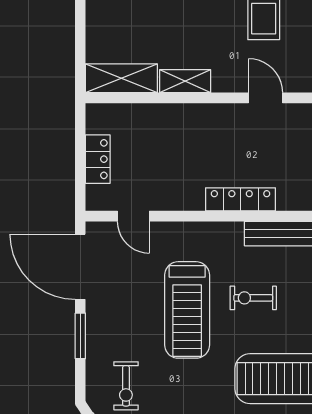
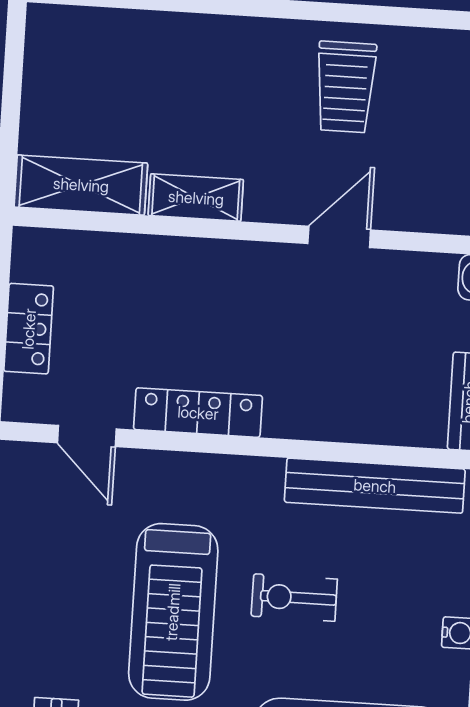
door: (265, 98) -> (339, 237), hinge flipped
locker: (241, 199) -> (198, 413), moved

